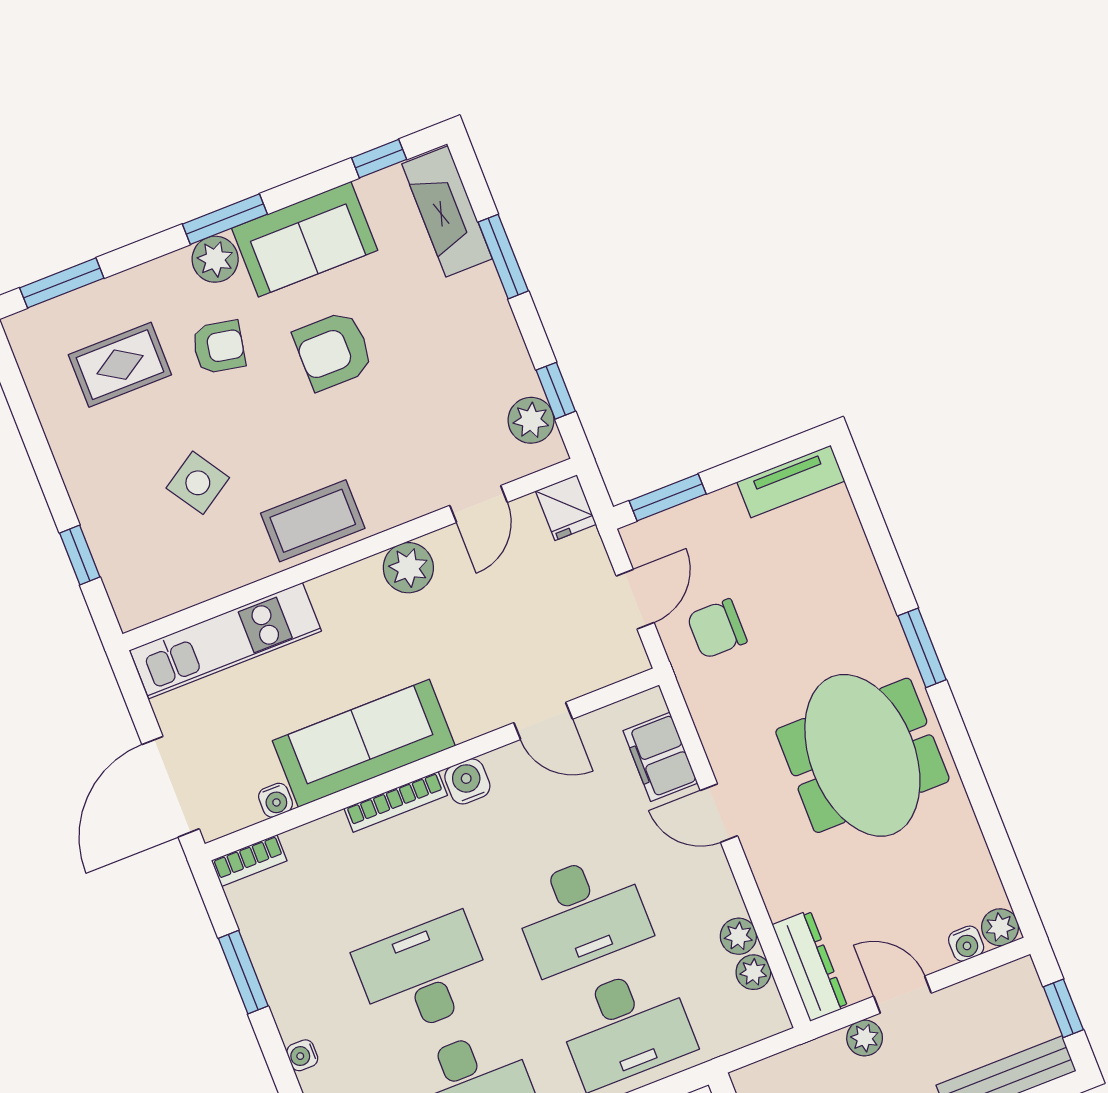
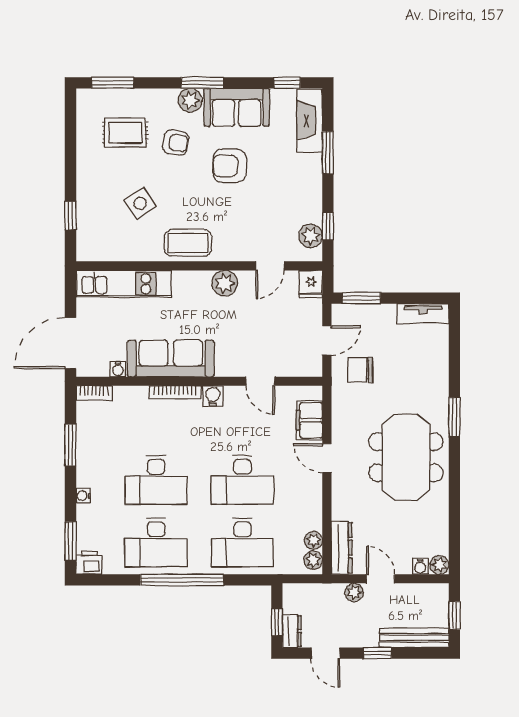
plant: (738, 936) -> (313, 560), moved
desk: (424, 975) -> (156, 480), turned 180

